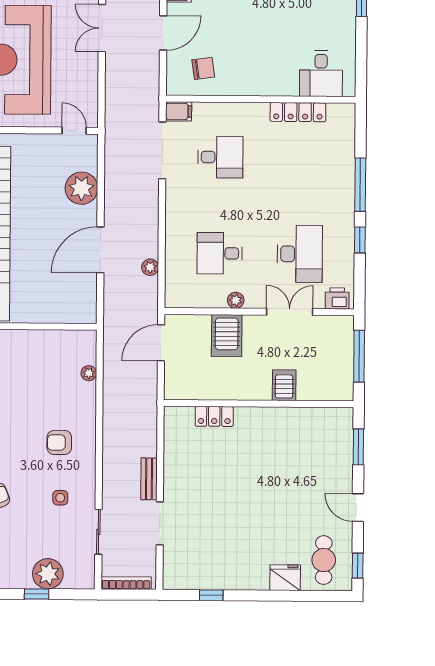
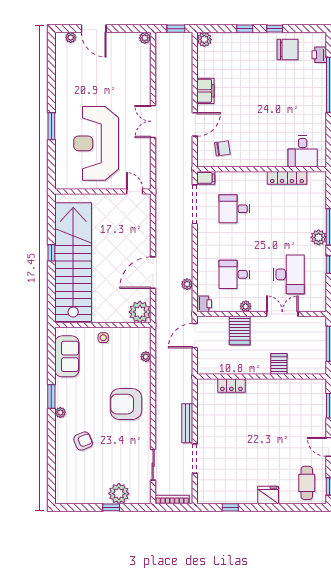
desk: (220, 157) -> (234, 209), turned 180
plant: (81, 188) -> (140, 312), moved
plant: (344, 200) -> (319, 237), added
printer: (337, 298) -> (204, 304), moved, turned 90
armchair: (59, 442) -> (126, 404), width x1.88, depth x1.88
bench: (149, 479) -> (187, 423), width x1.36
side table: (60, 498) -> (103, 338), moved
fridge: (285, 578) -> (268, 495), moved

